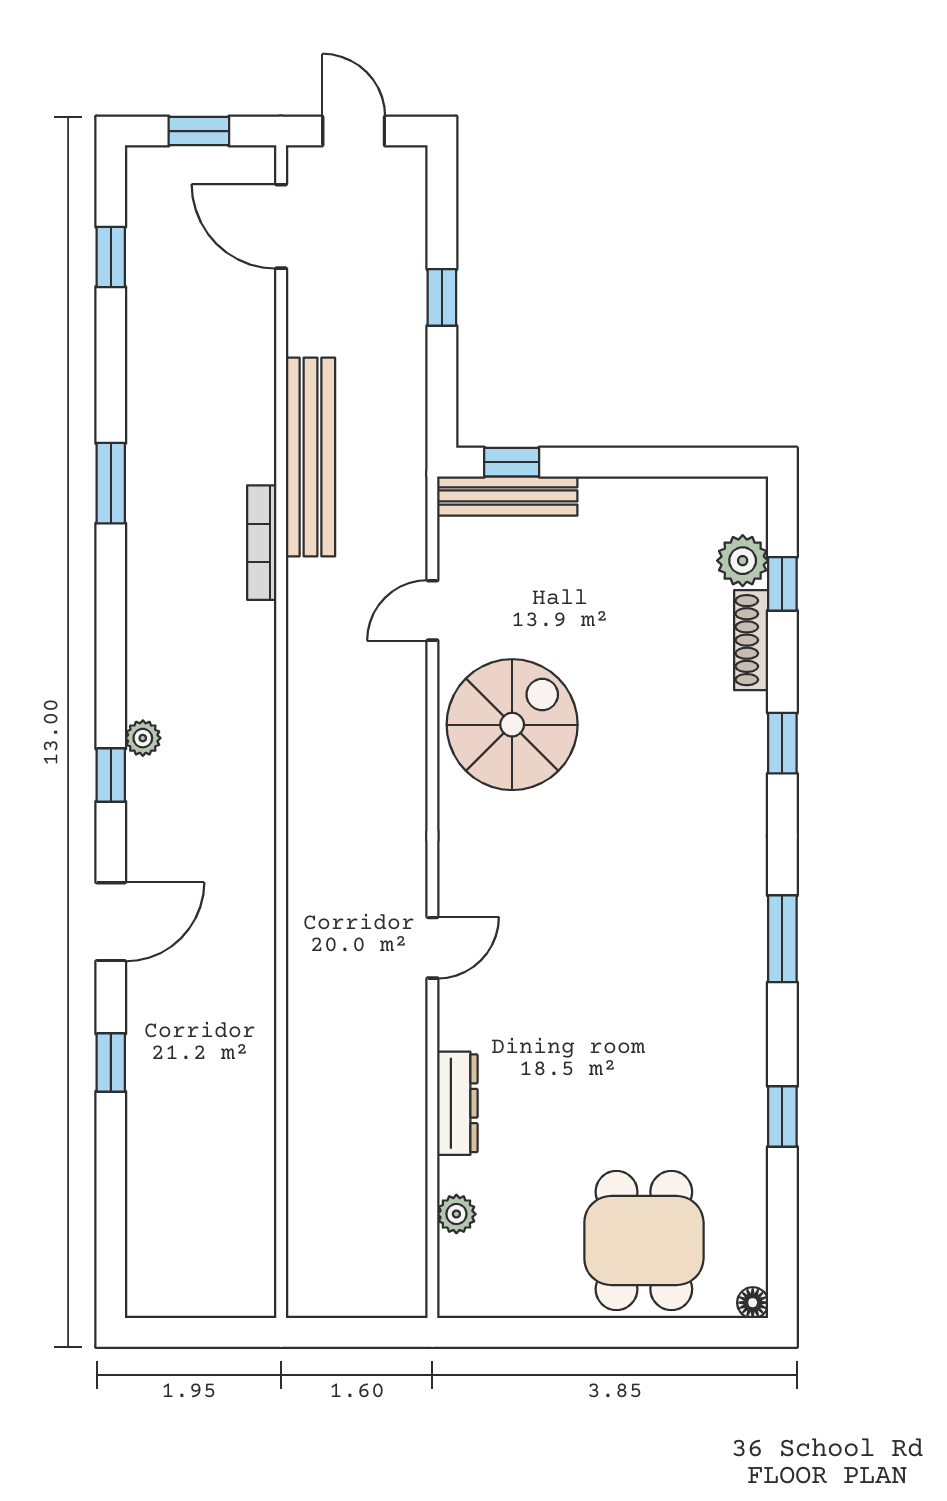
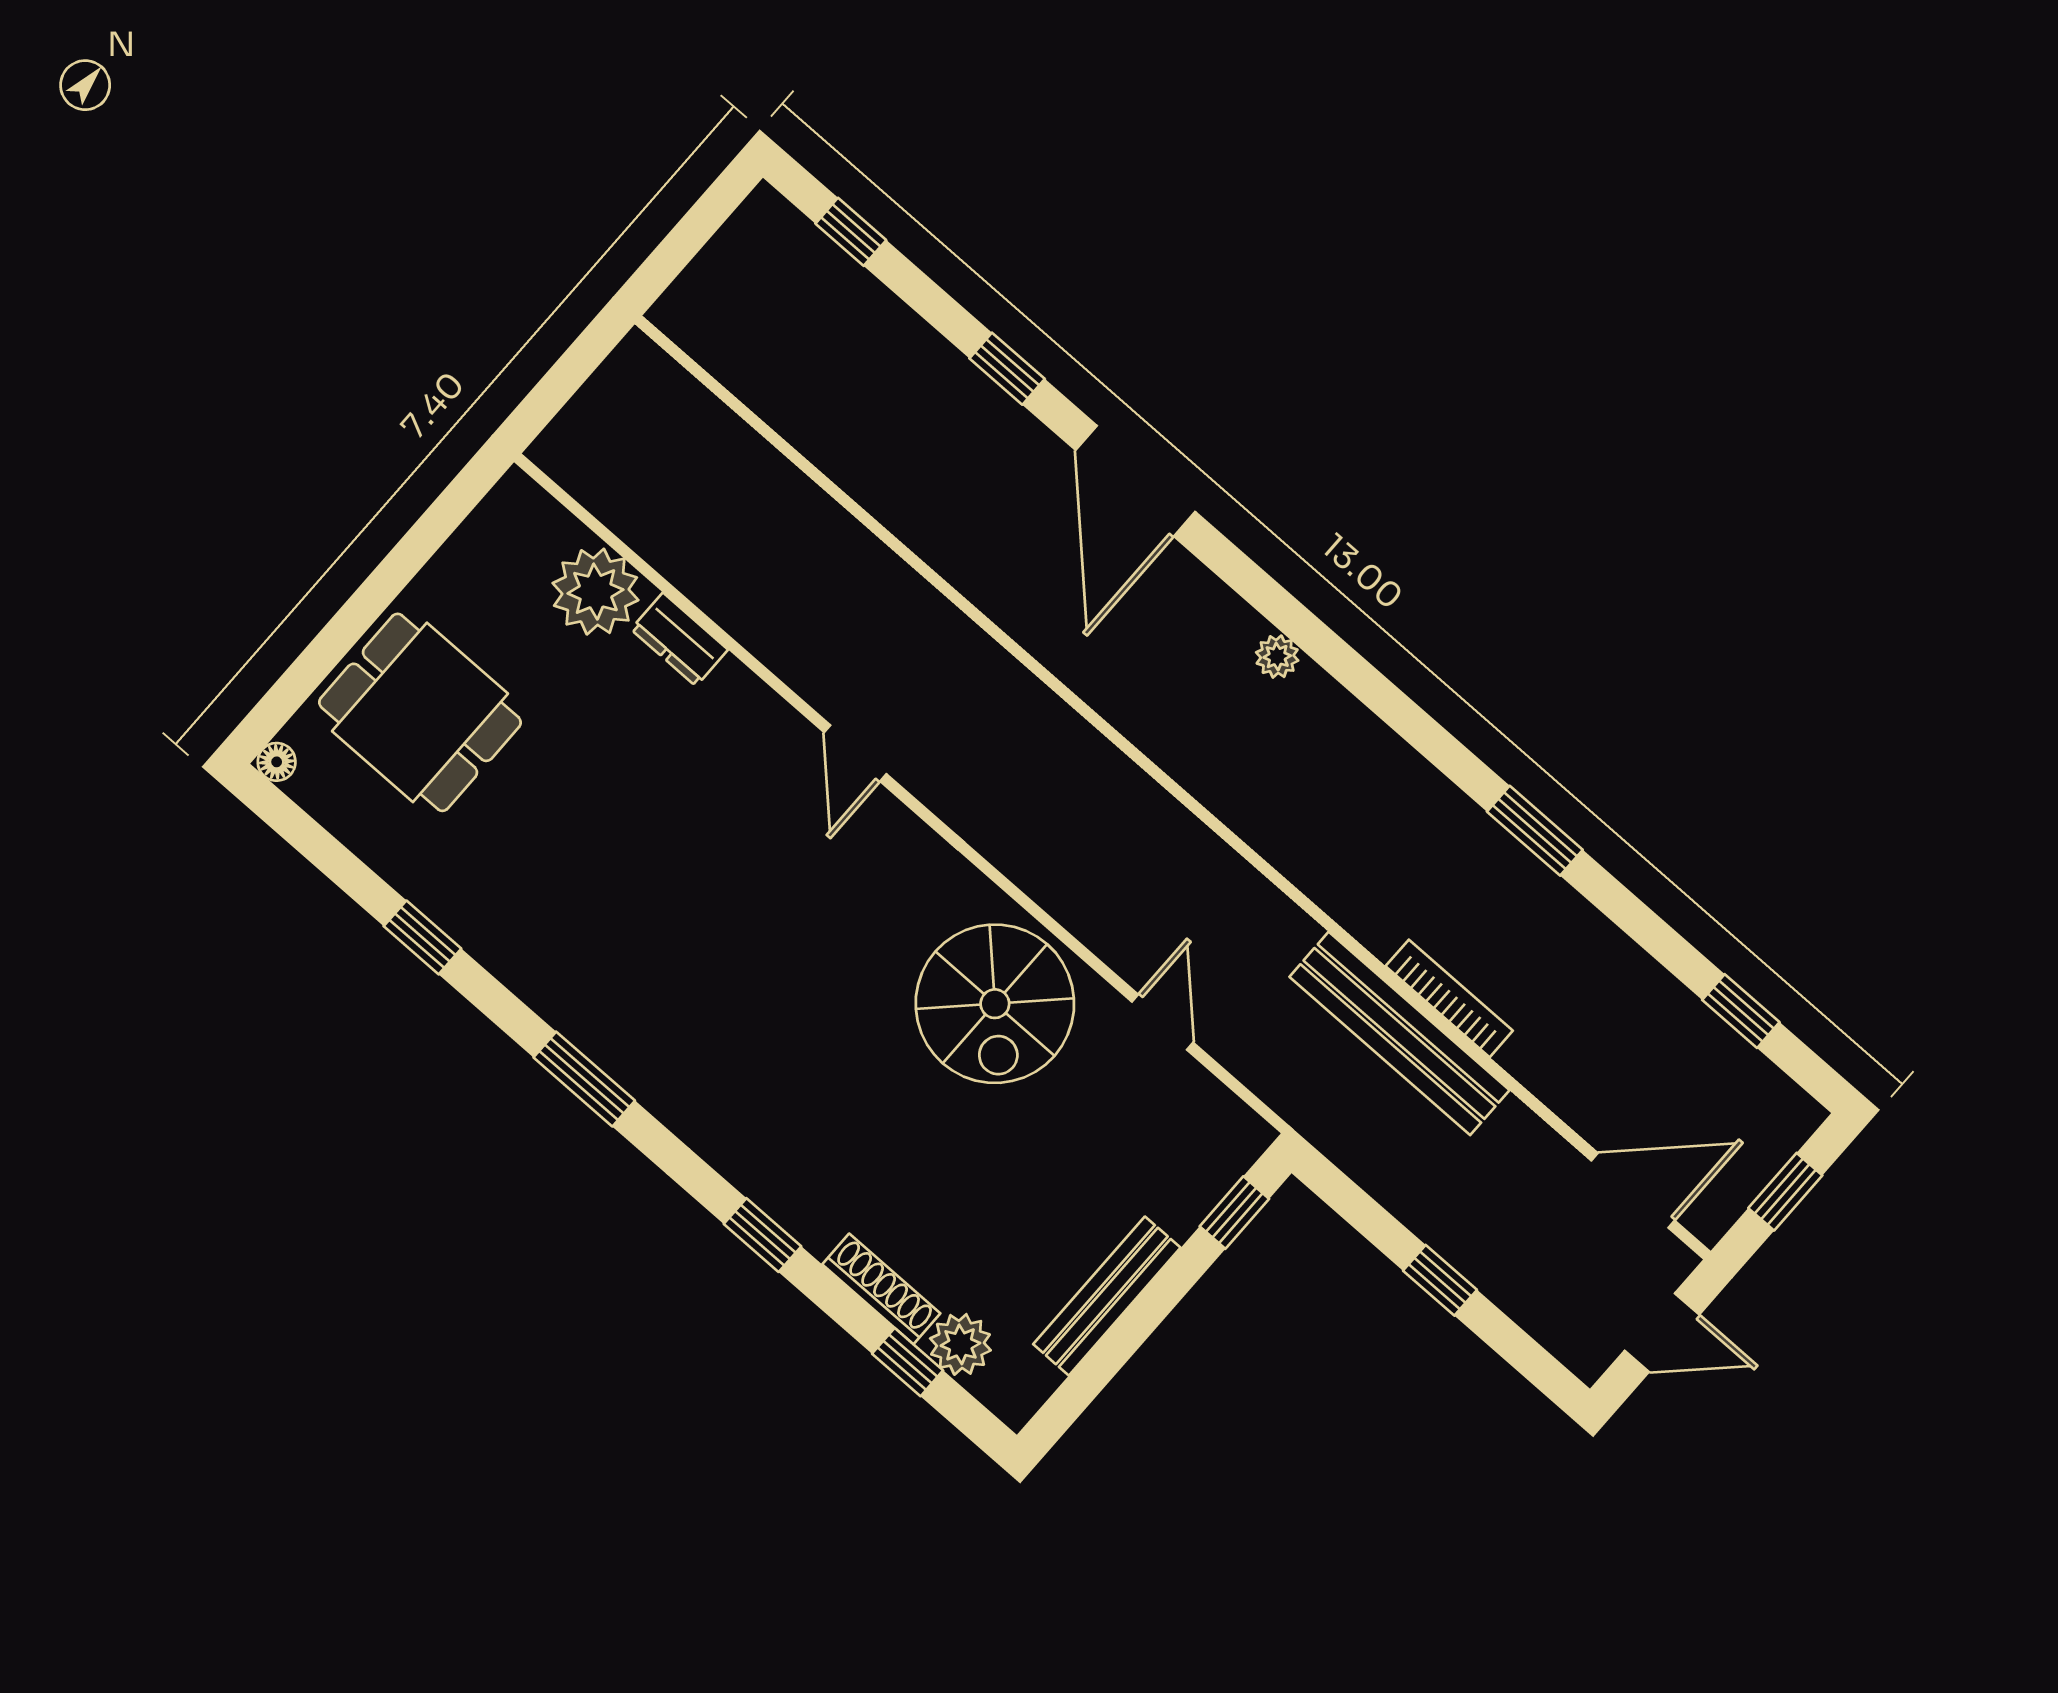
bench: (507, 496) -> (1107, 1296), moved
bookcase: (262, 543) -> (1449, 998), moved
window: (111, 775) -> (851, 232), moved
door: (111, 922) -> (1135, 481), width x1.36
dresser: (457, 1103) -> (679, 639), width x0.70
plant: (456, 1214) -> (595, 592), width x1.88, depth x1.88

